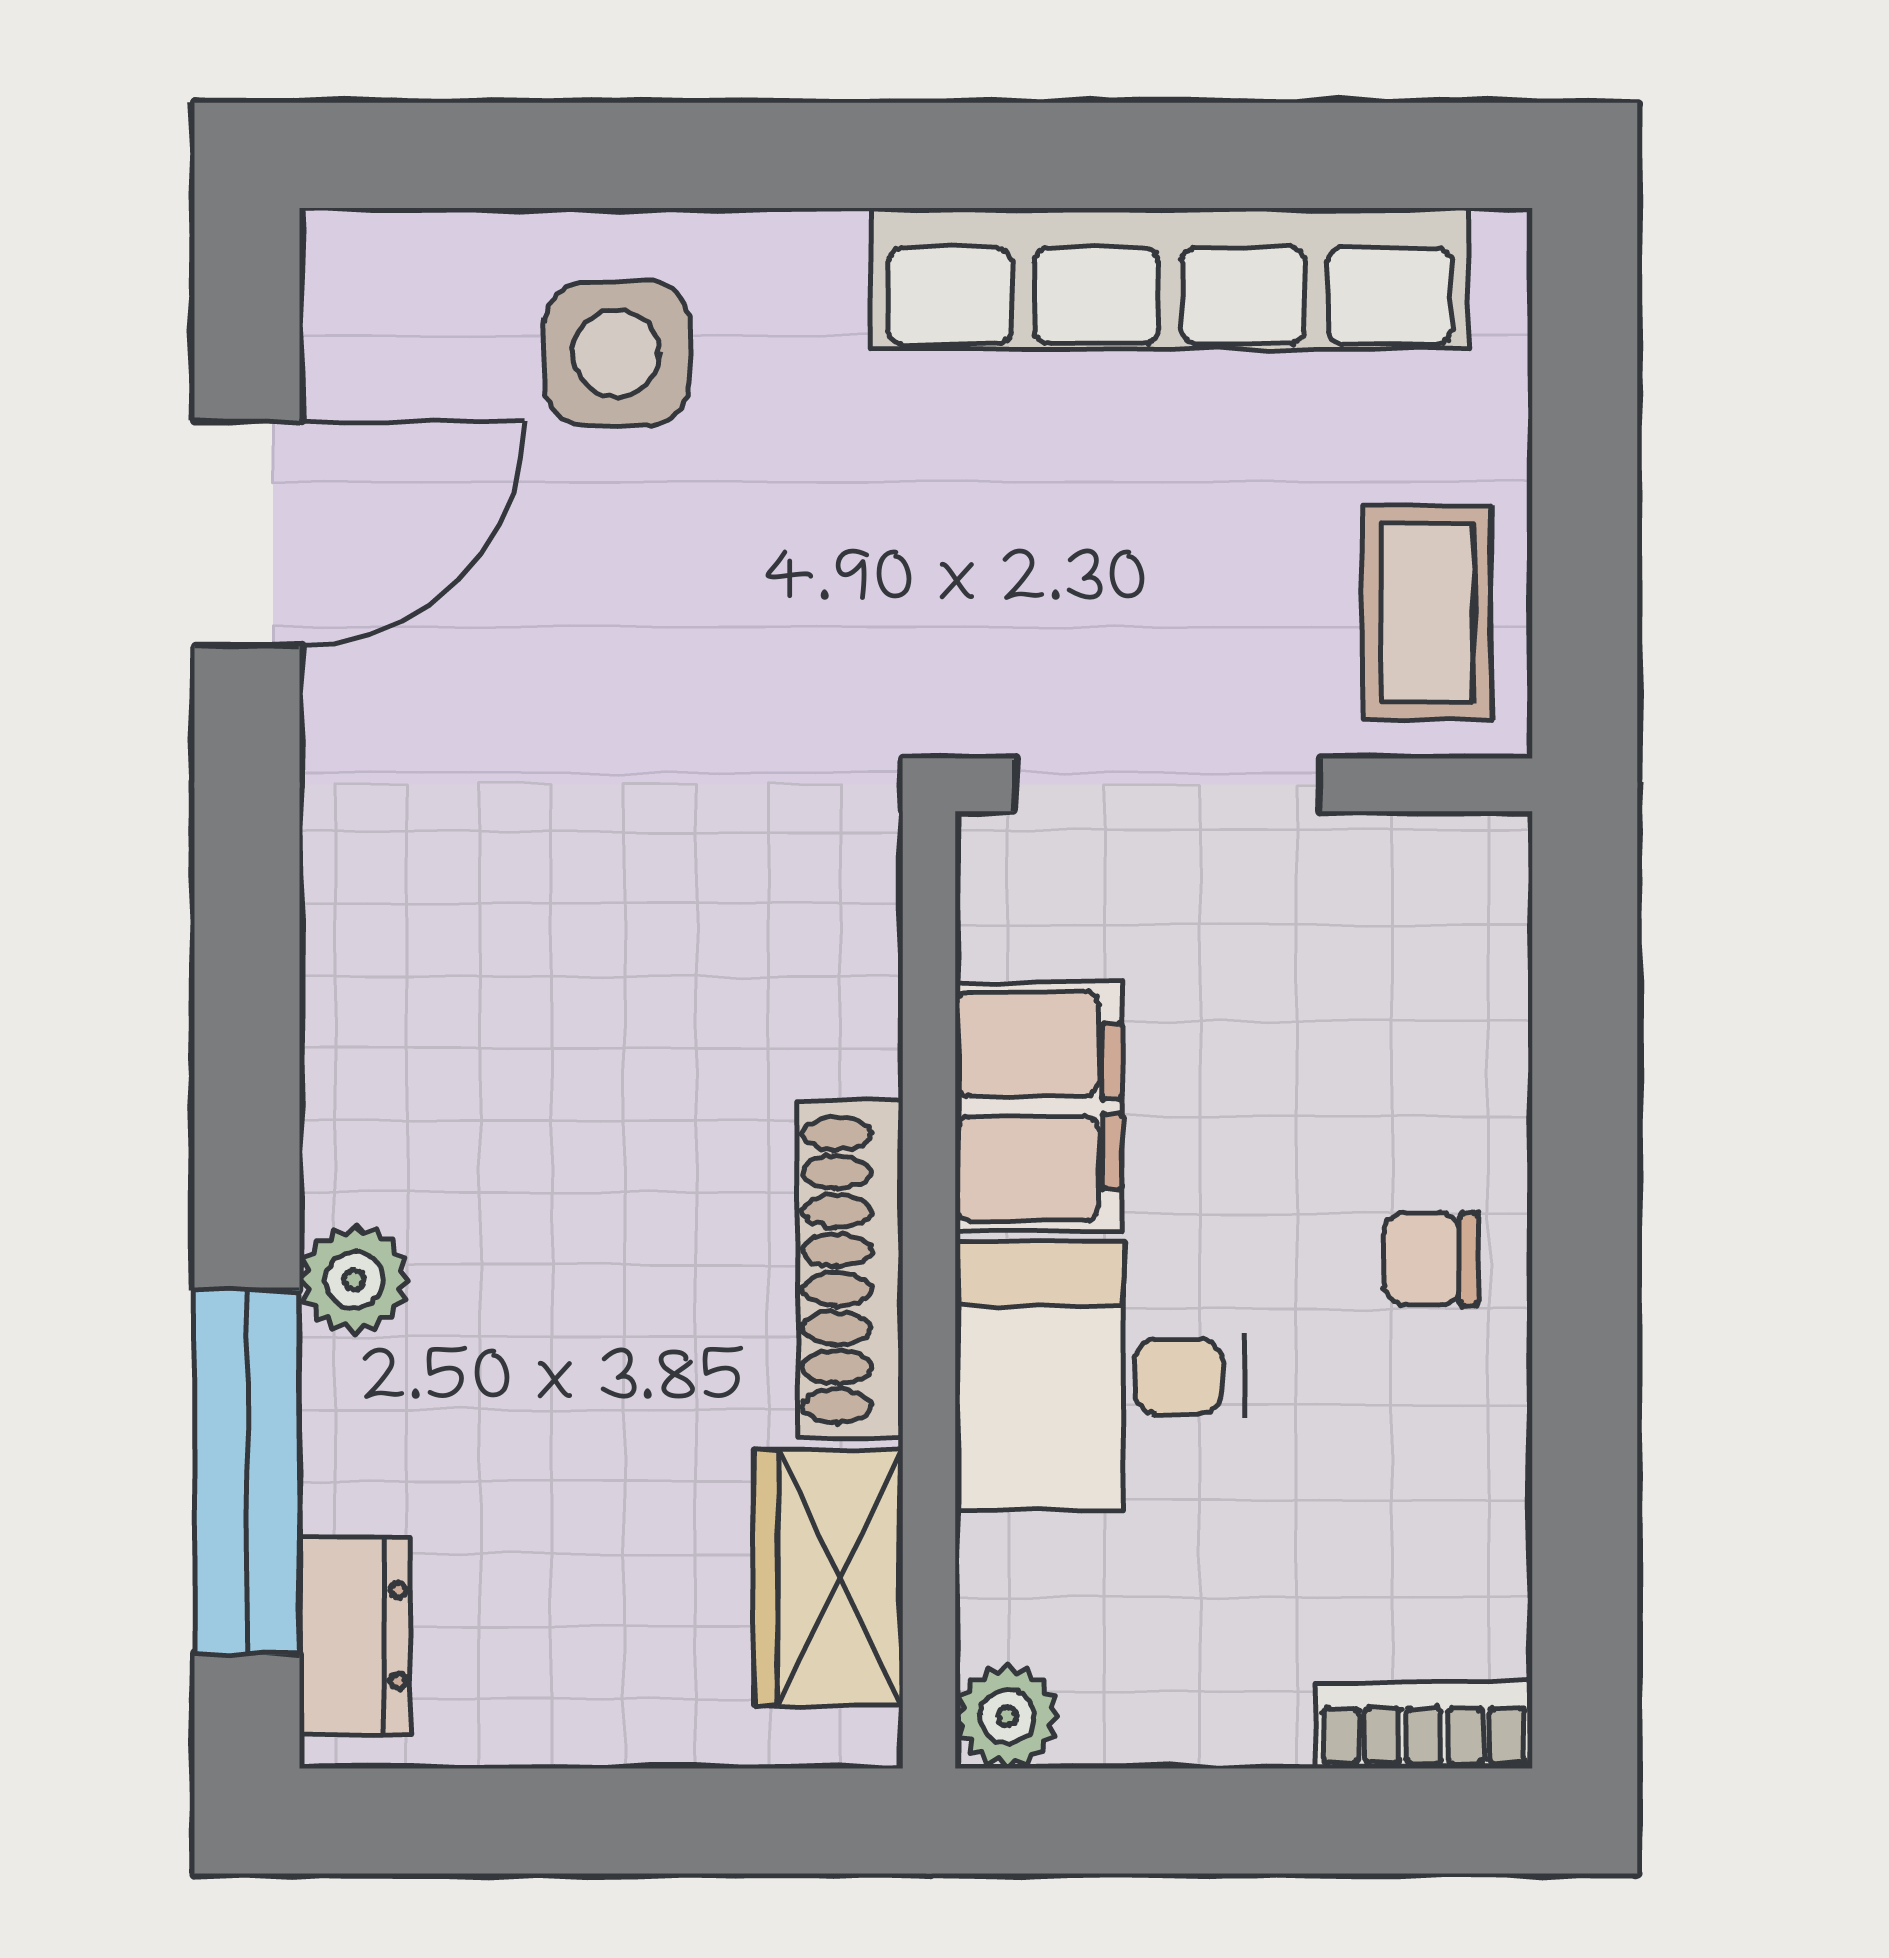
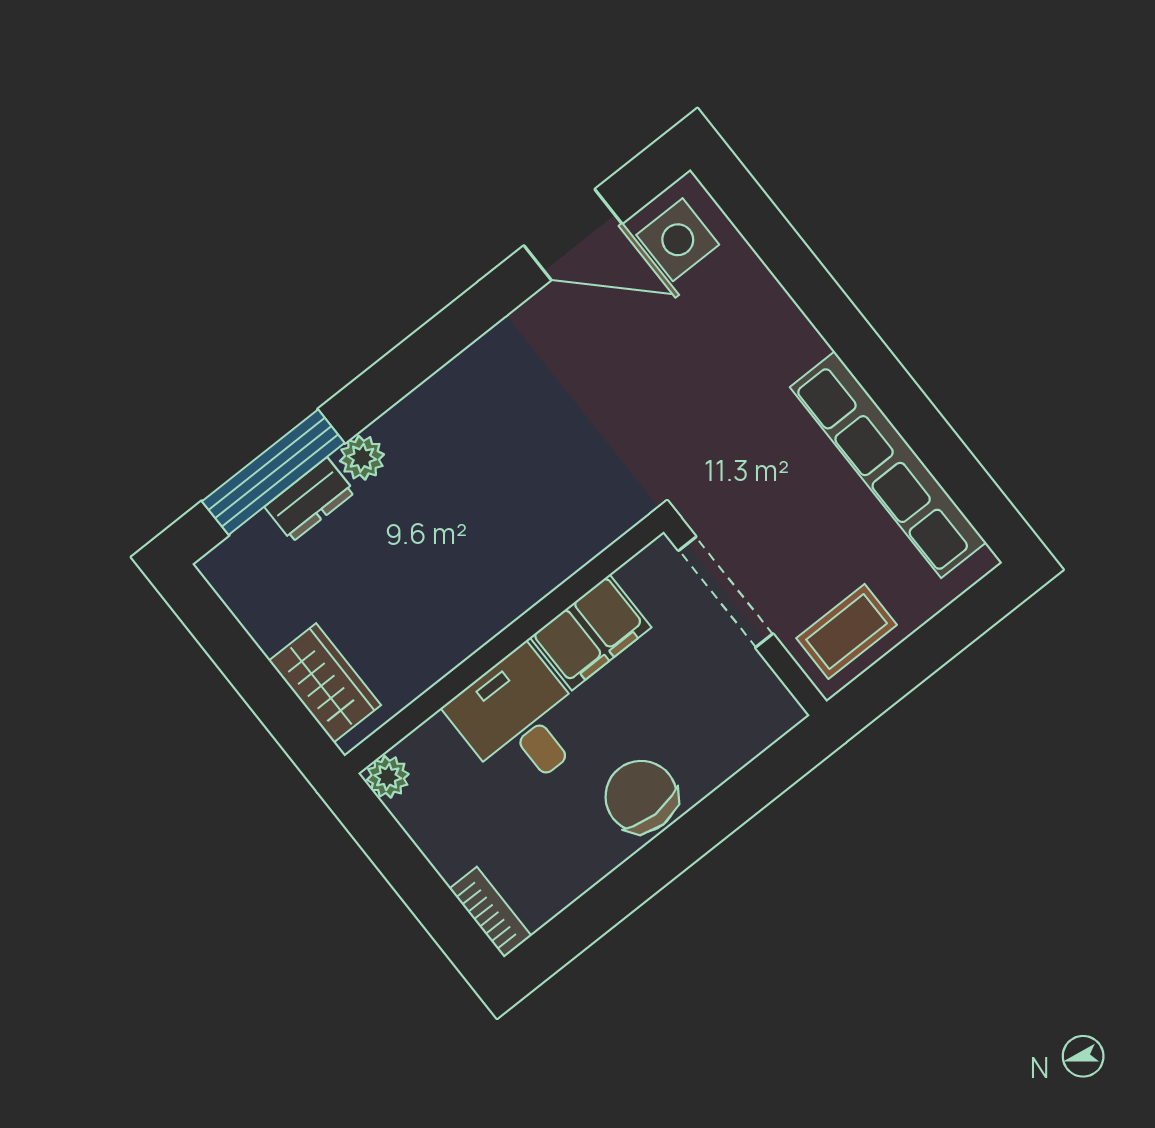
side table: (616, 353) -> (678, 240), moved
chair: (1431, 1259) -> (641, 796), width x1.87, depth x1.87
shoe rack: (850, 1270) -> (491, 614), removed
wardrobe: (828, 1578) -> (325, 683), moved, turned 90
dresser: (355, 1636) -> (310, 500), moved

